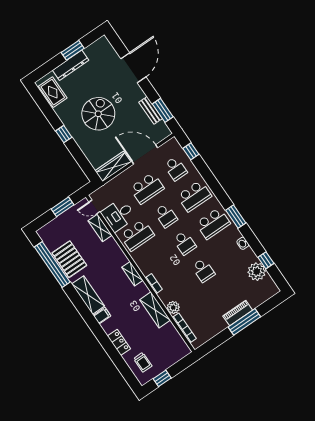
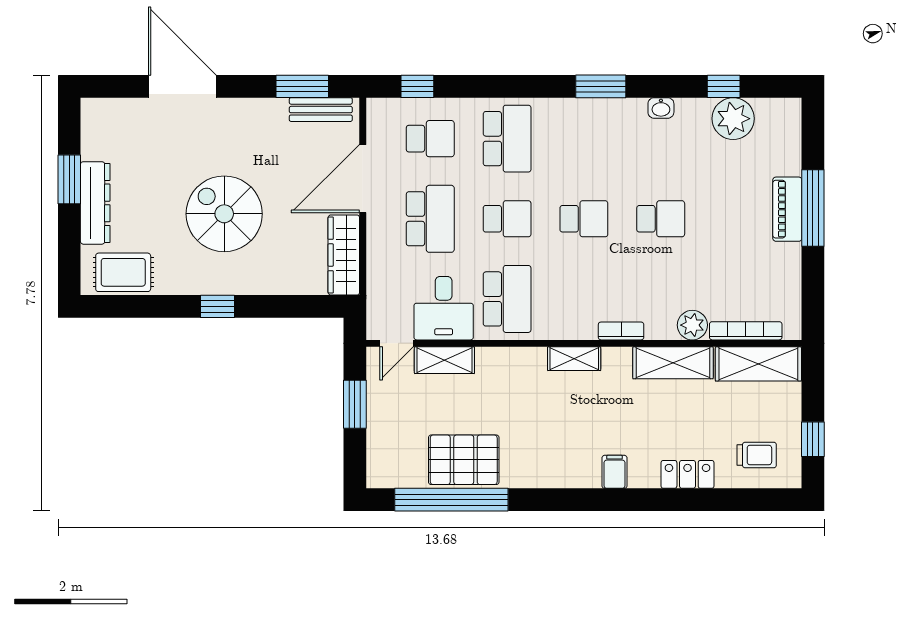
bench: (151, 110) -> (321, 110), moved
school desk: (213, 223) -> (584, 139), removed
shelving: (88, 295) -> (758, 364), moved

